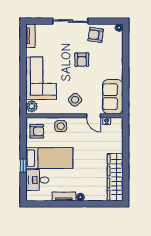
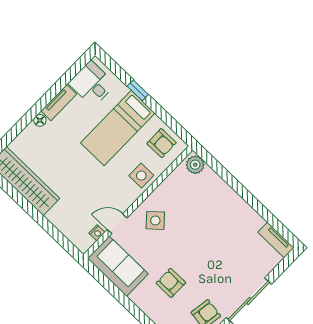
armchair: (82, 60) -> (171, 283), moved
corner sofa: (41, 78) -> (216, 206), removed
armchair: (37, 131) -> (162, 143), turned -91
desk: (37, 180) -> (92, 84), moved, turned -90

